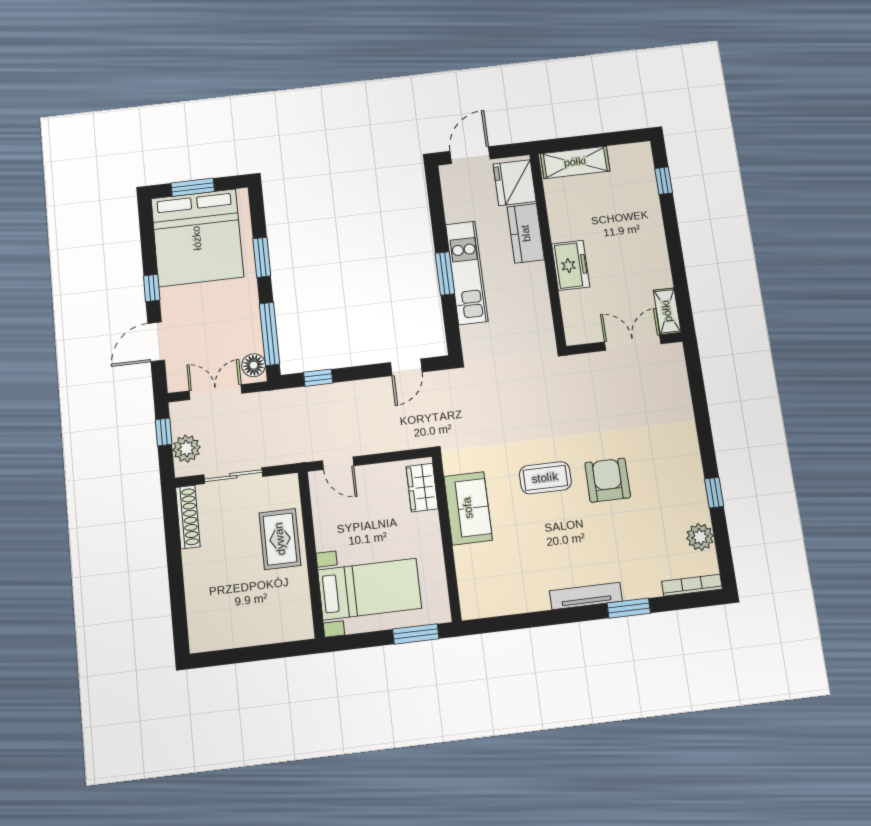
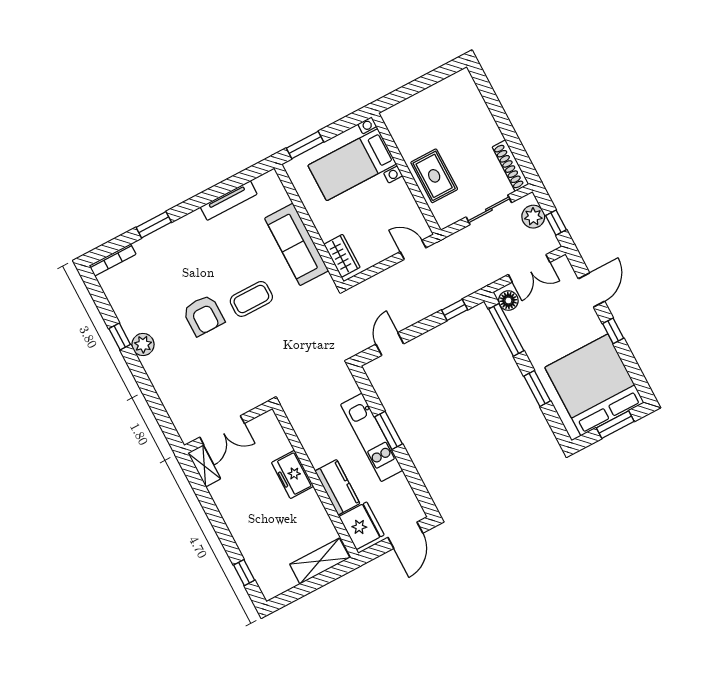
sofa: (468, 508) -> (297, 244), width x1.36
plant: (700, 537) -> (143, 344), moved
tv unit: (586, 596) -> (229, 201), moved

